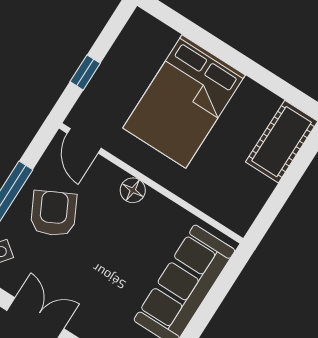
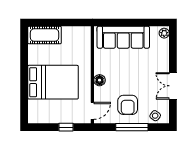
armchair: (54, 213) -> (128, 105), turned -63

